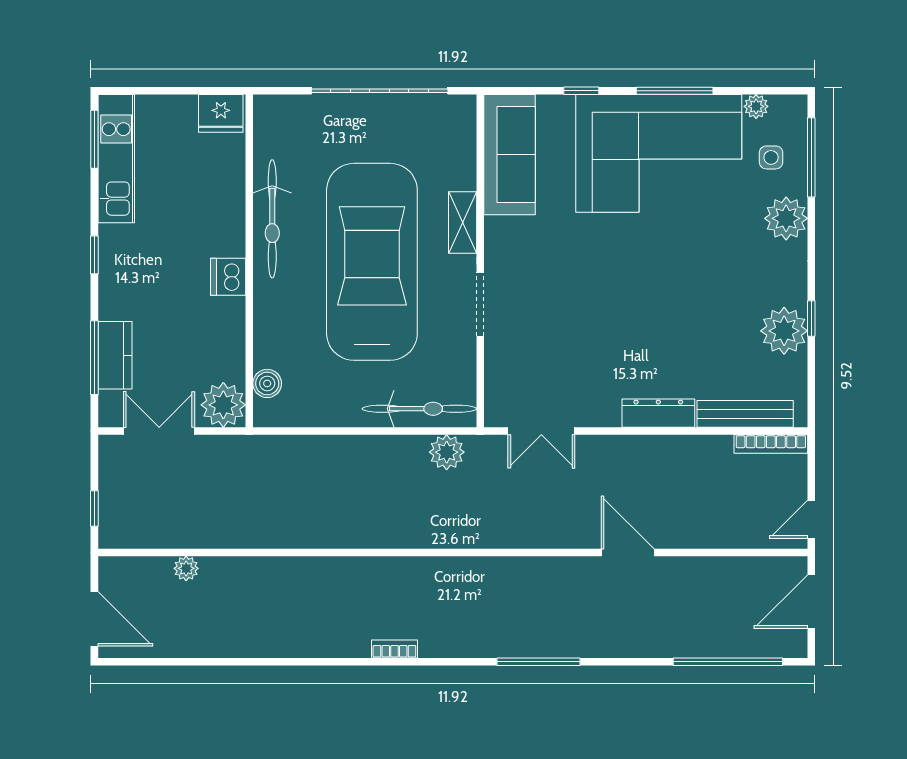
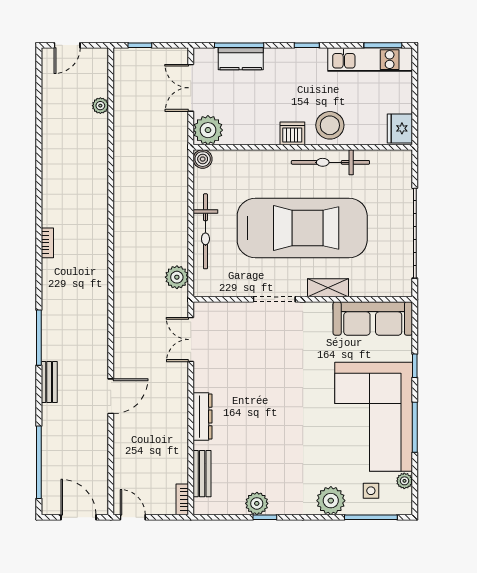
stool: (216, 220) -> (330, 125), added
plant: (784, 331) -> (257, 503), width x0.73, depth x0.73
boiler: (267, 383) -> (203, 159), moved
bicycle: (419, 409) -> (205, 231), moved
bench: (745, 414) -> (202, 474), width x0.73
double door: (159, 431) -> (191, 88), swing flipped
bookcase: (771, 444) -> (182, 499), width x0.64
door: (94, 619) -> (67, 45), width x0.73
bench: (606, 646) -> (49, 382), added

